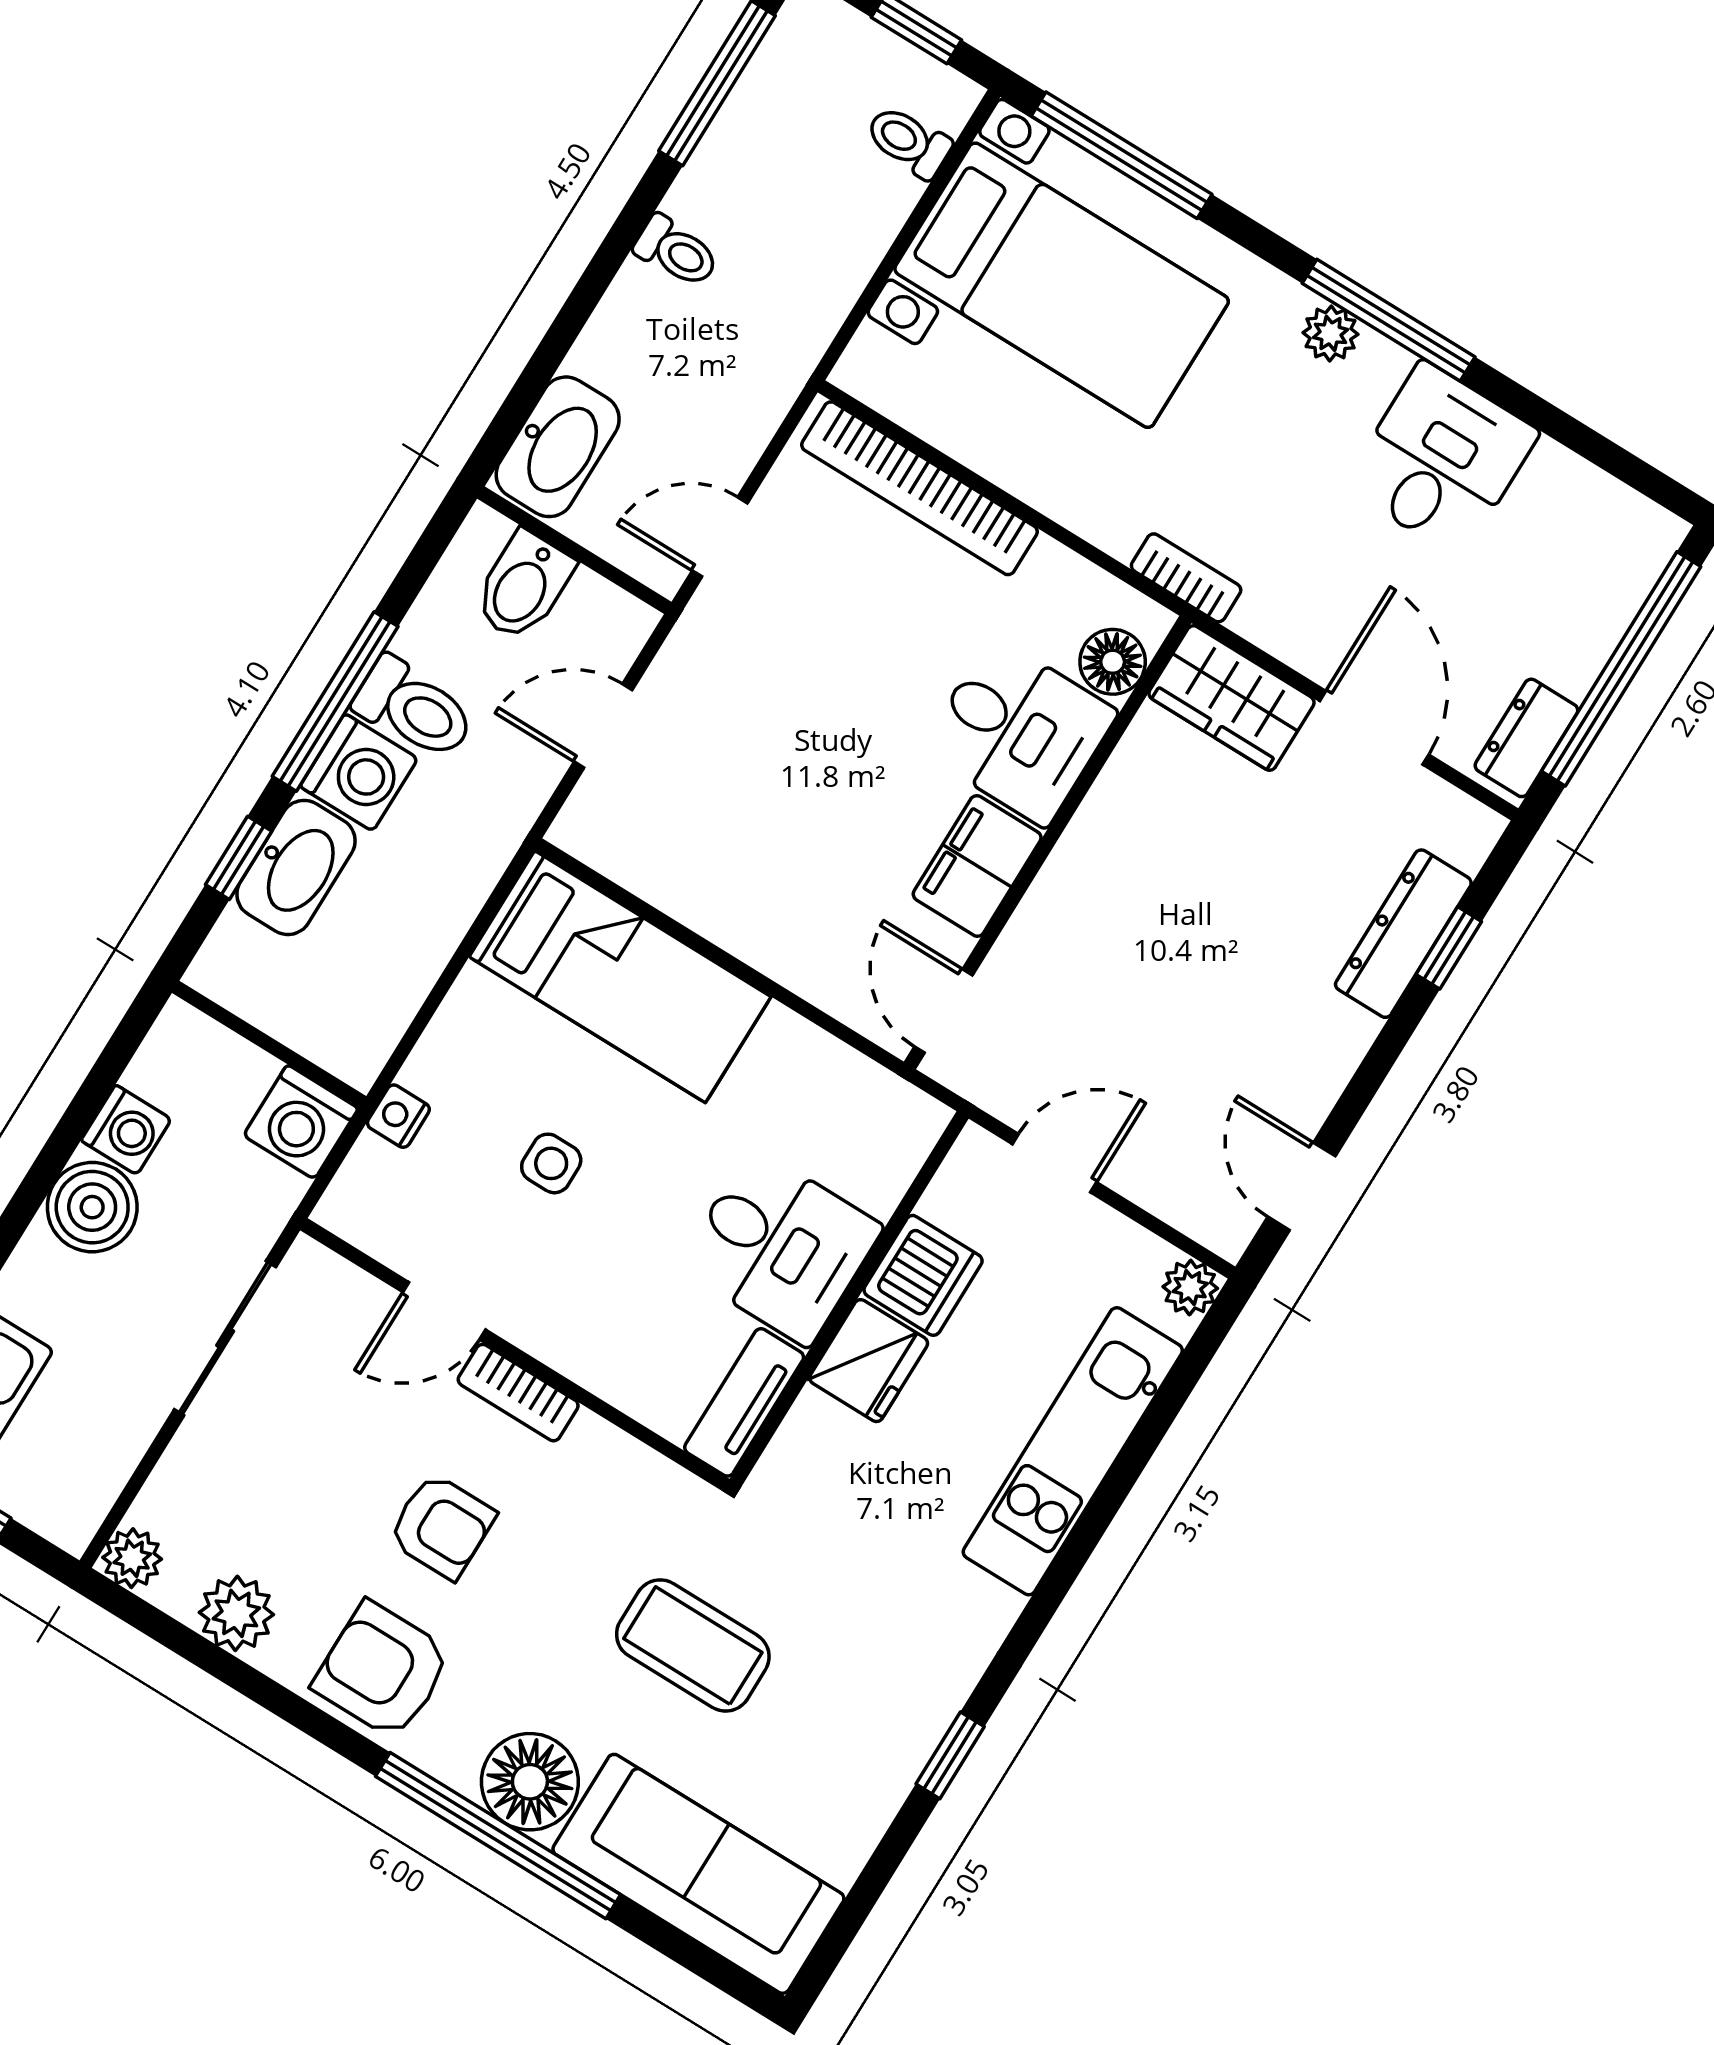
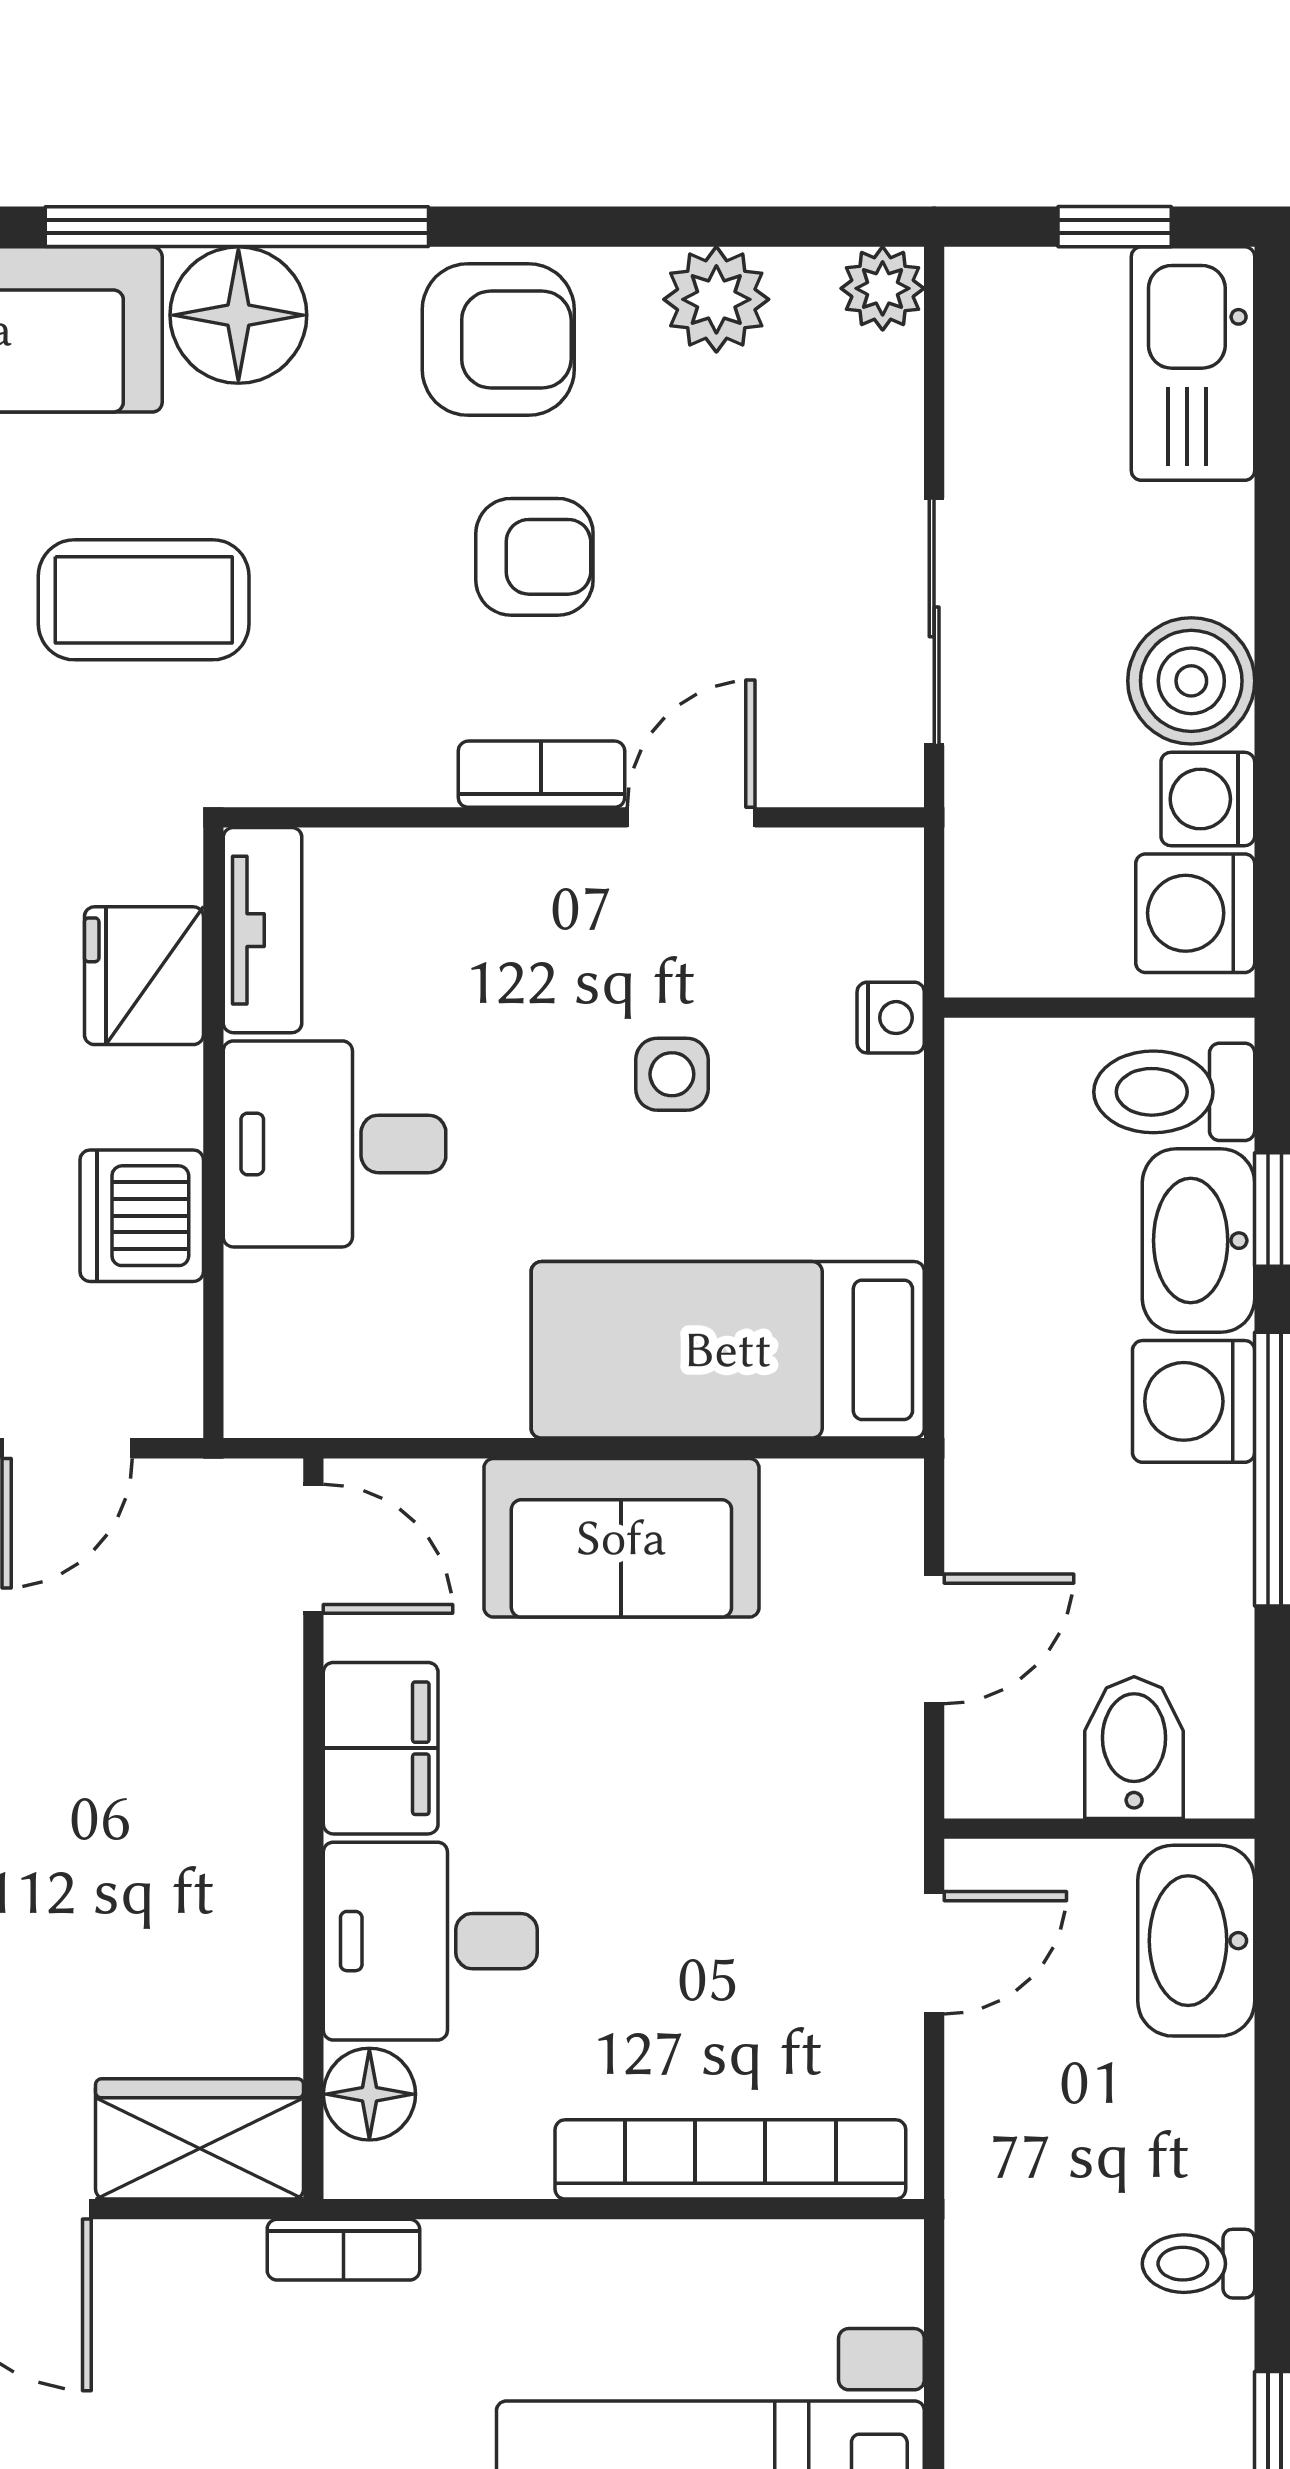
toilet: (414, 709) -> (1174, 1092), moved
sofa: (754, 903) -> (621, 1538), added
washing machine: (301, 1122) -> (1195, 913), moved, turned -90
fridge: (869, 1361) -> (144, 976), moved
armchair: (442, 1526) -> (534, 557), turned 180

